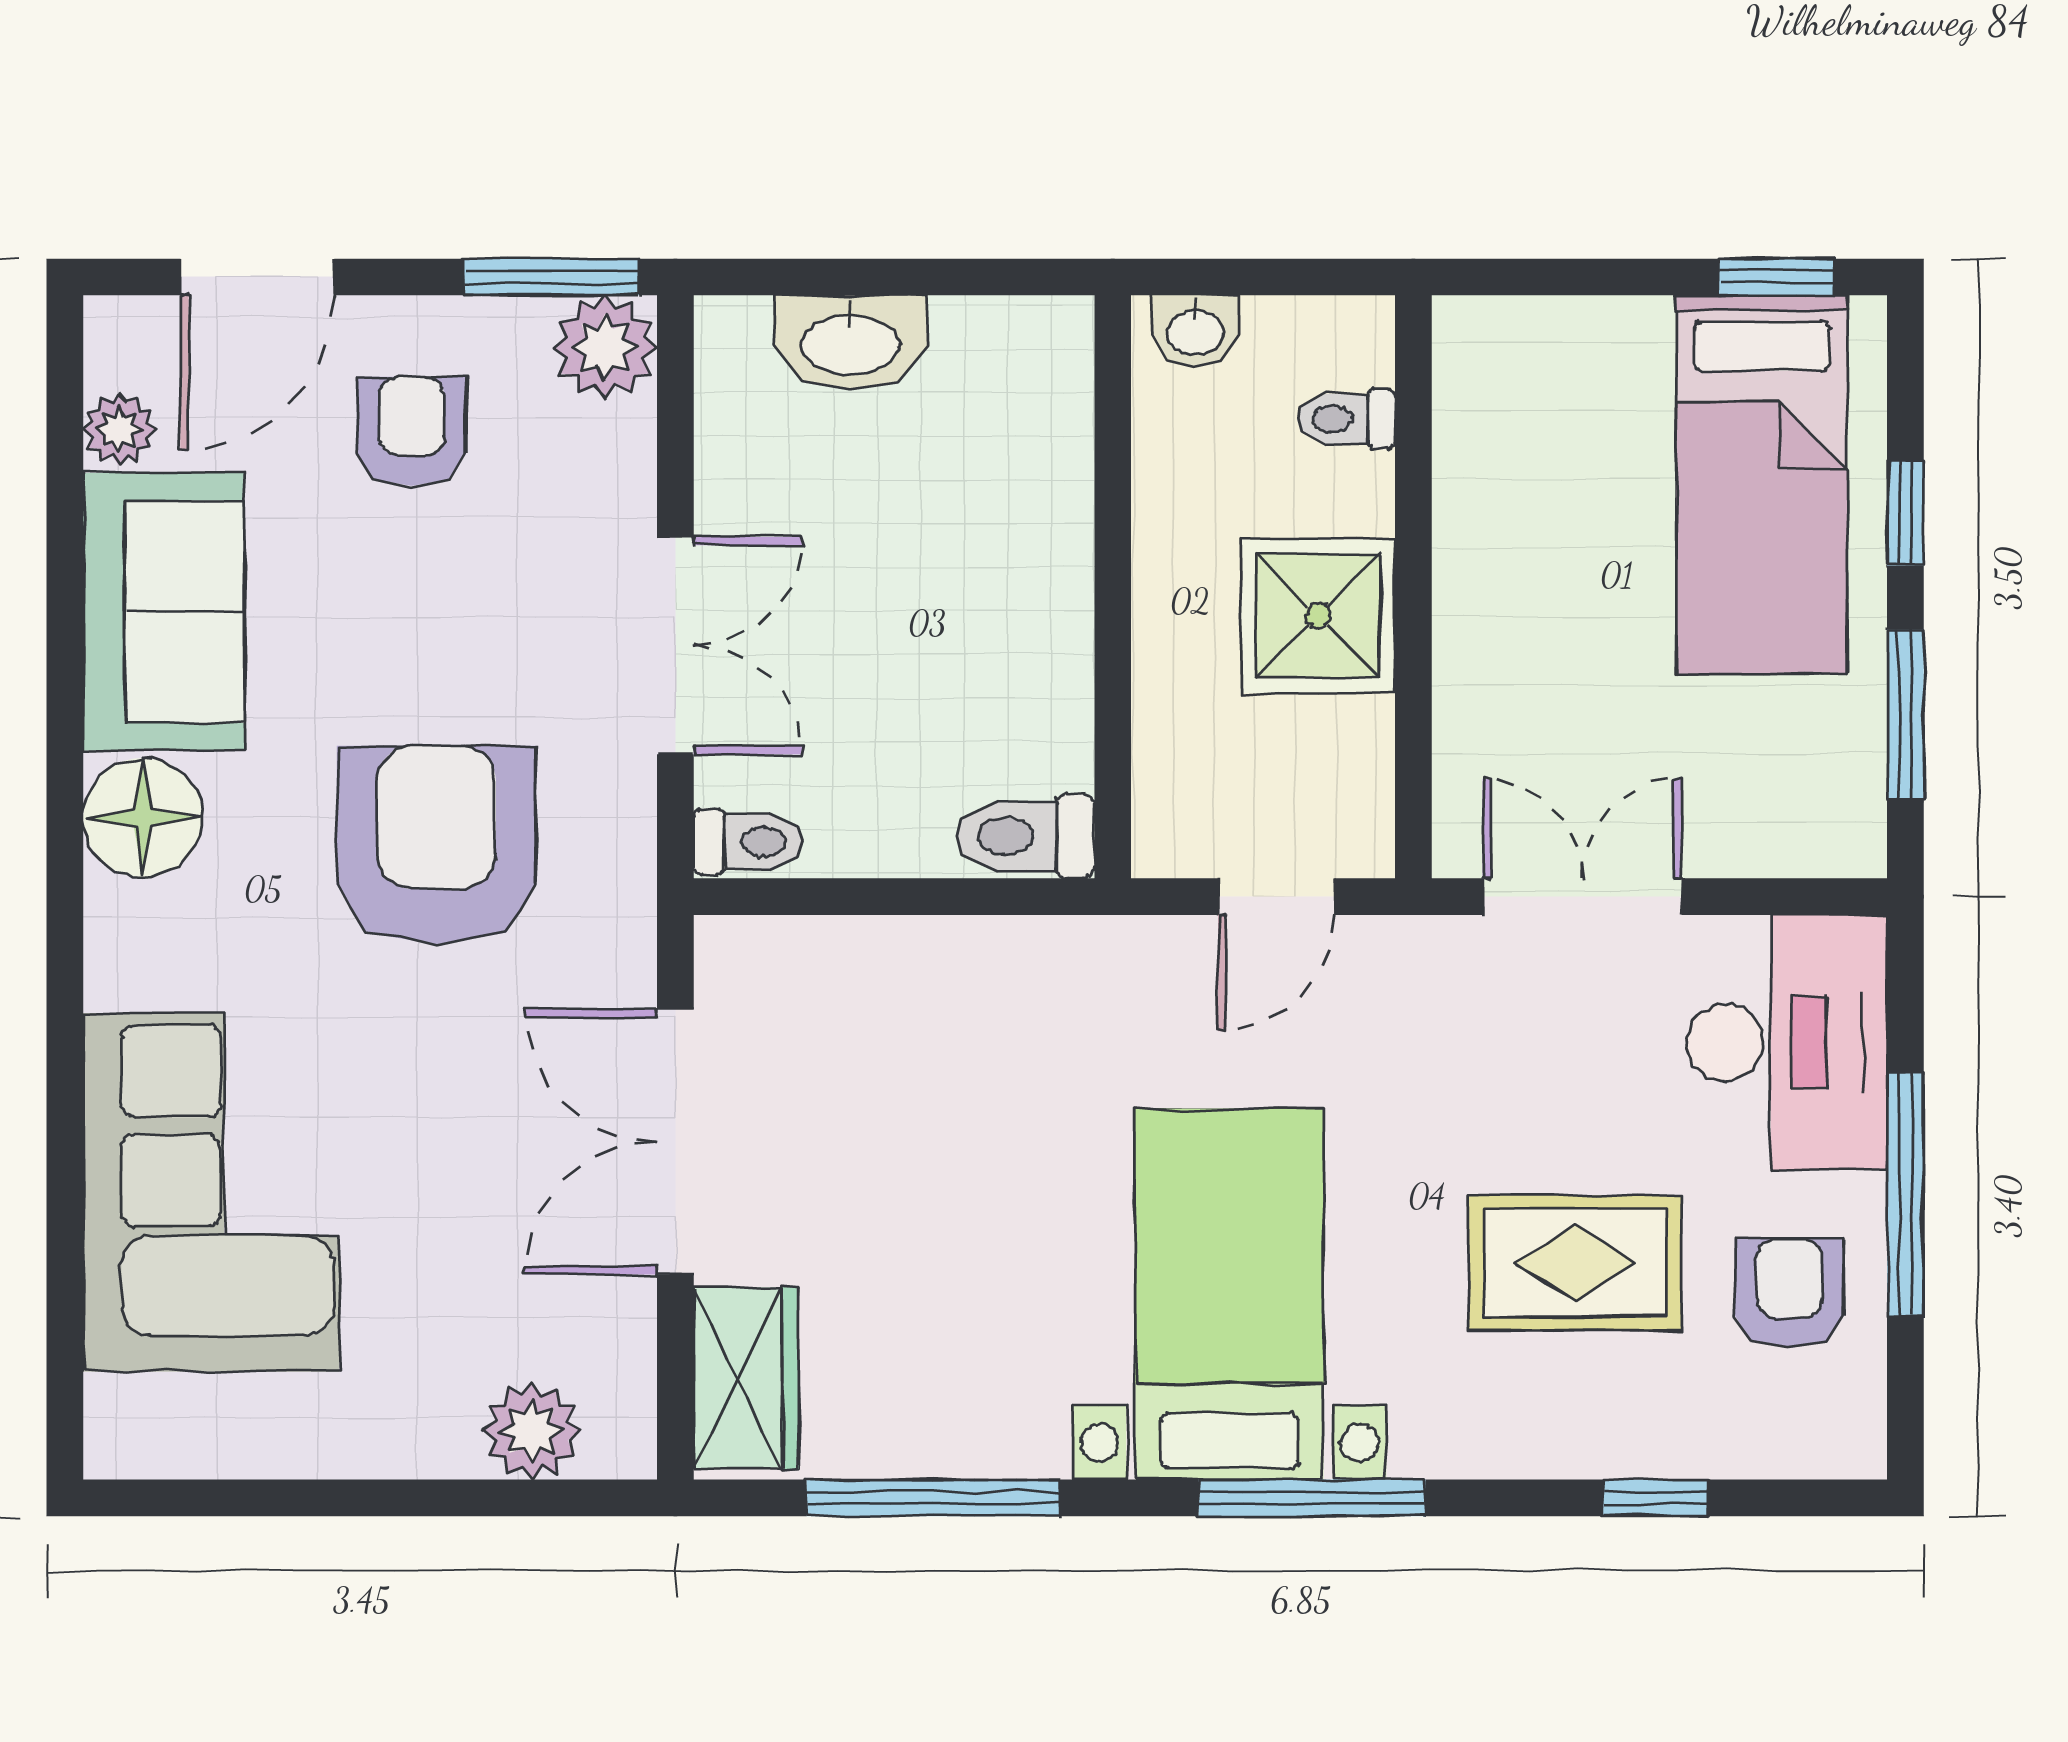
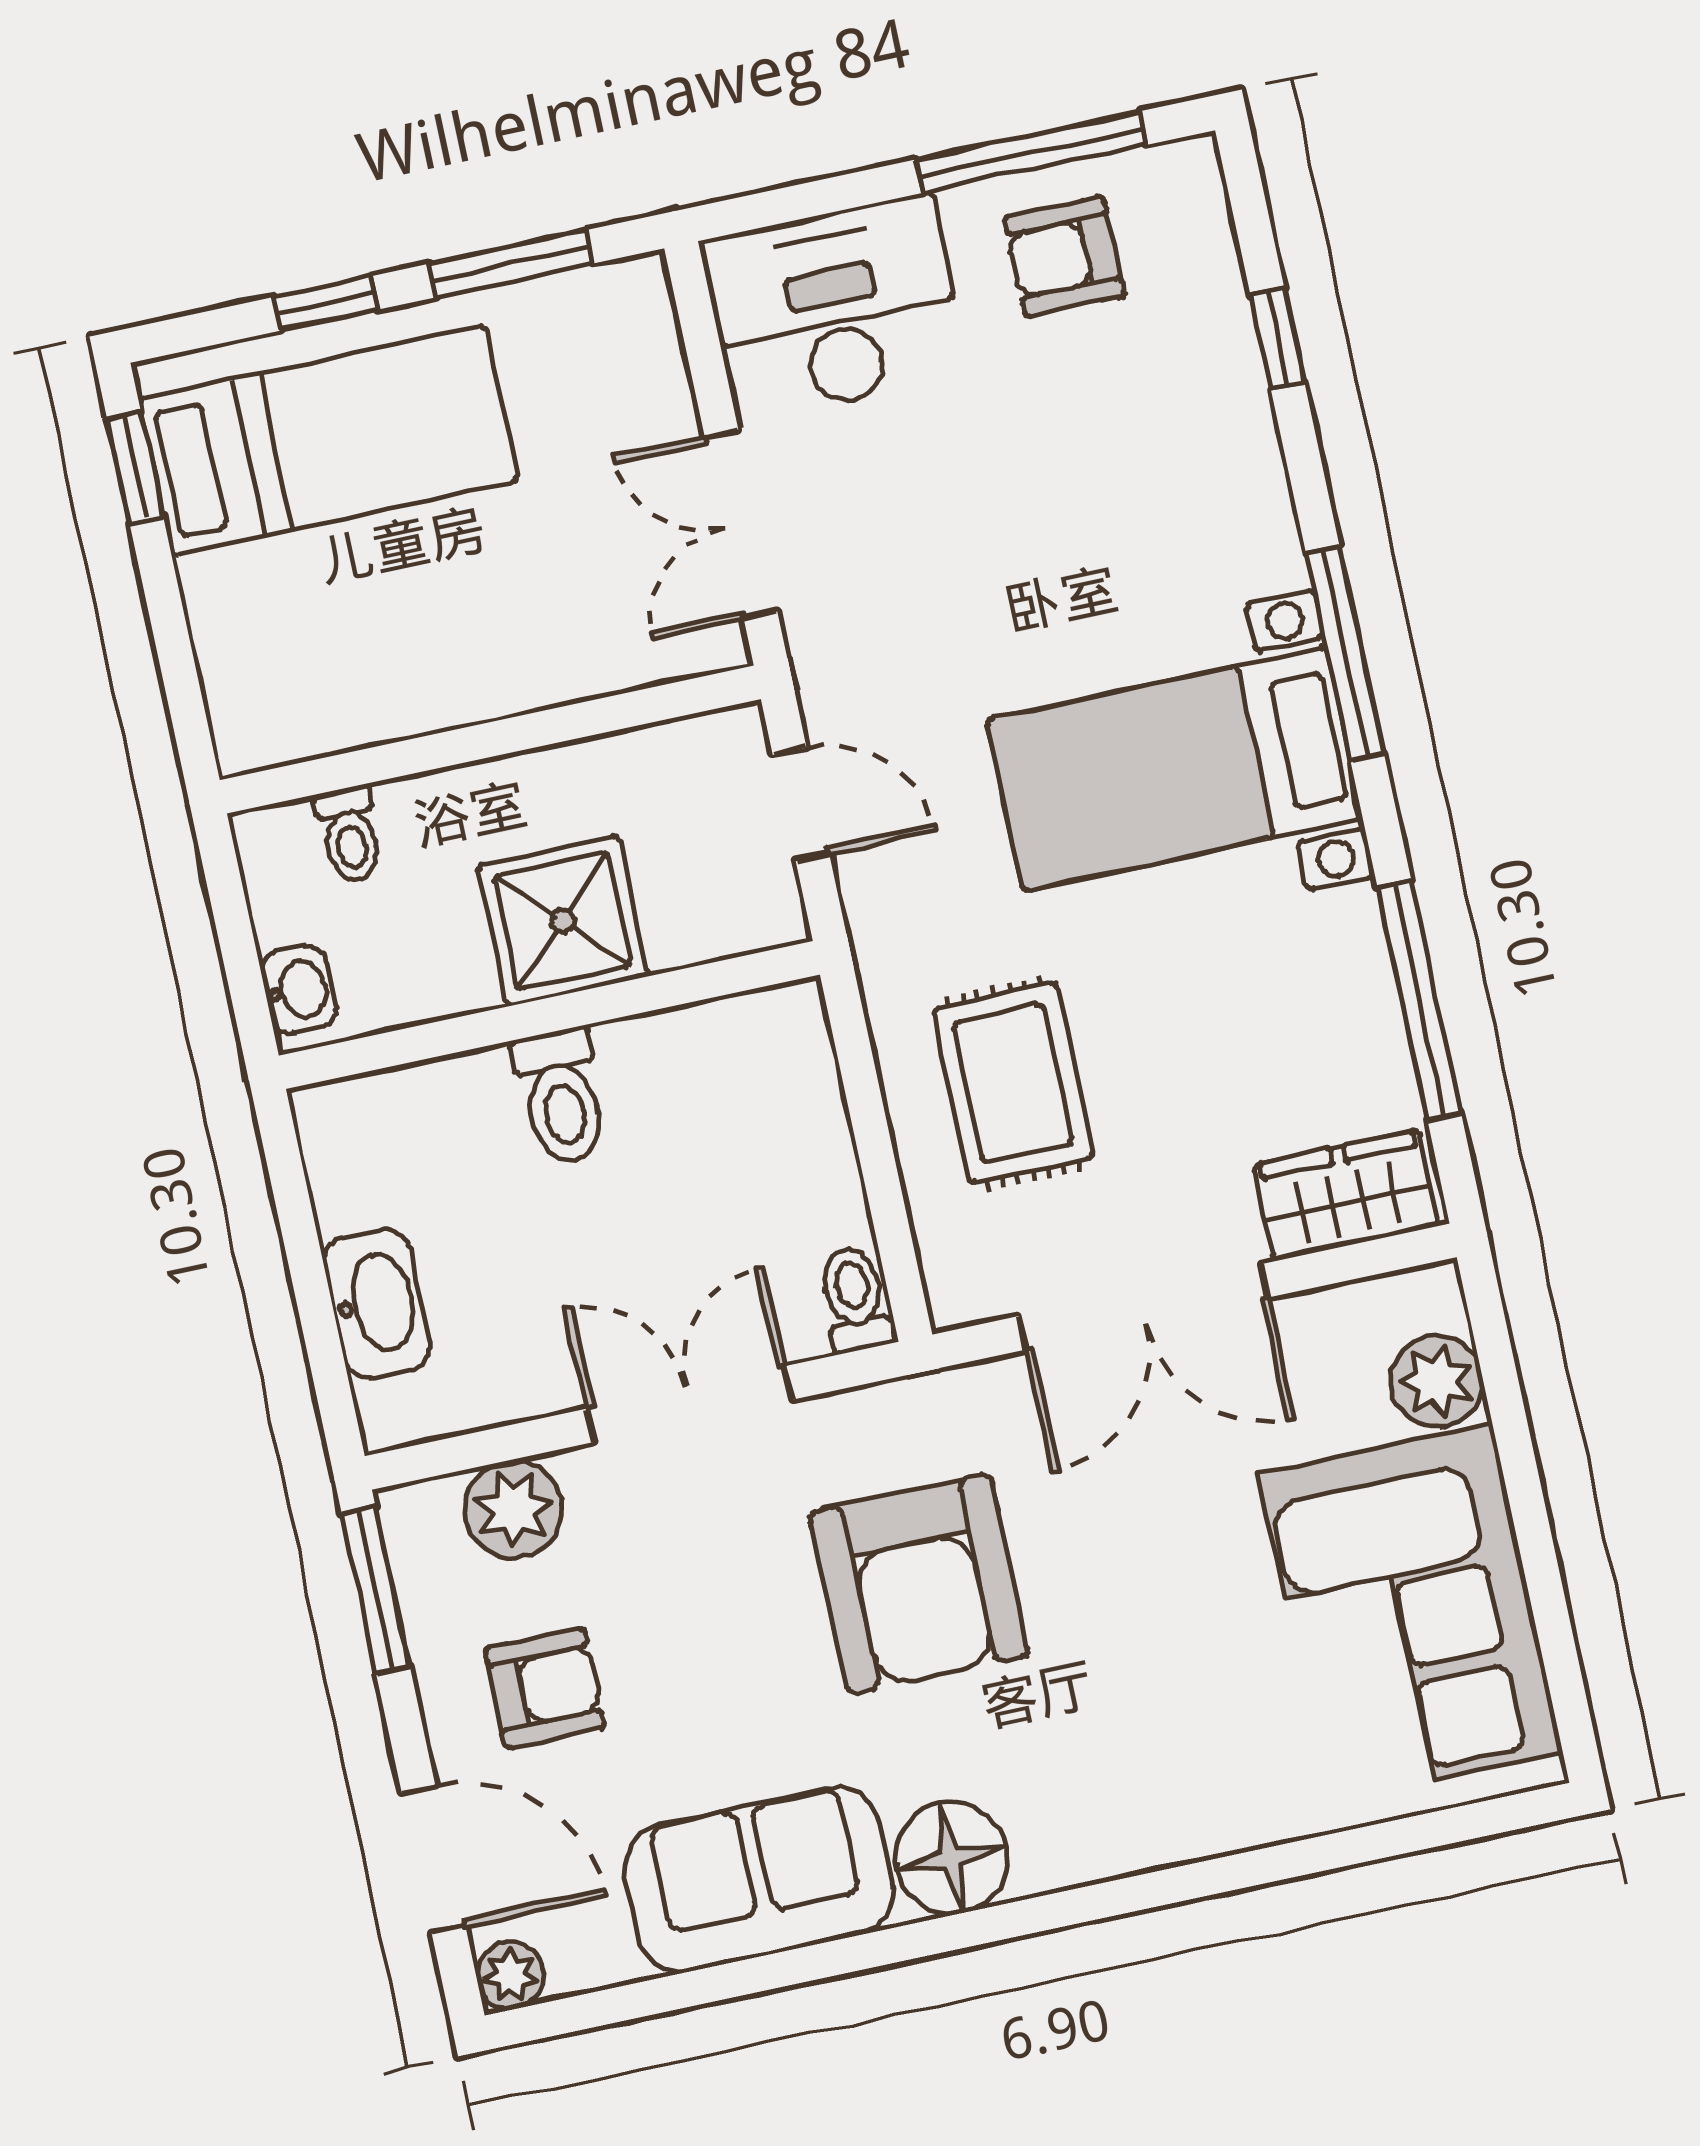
plant: (605, 347) -> (513, 1509), moved
plant: (119, 429) -> (510, 1975), moved
armchair: (412, 431) -> (545, 1688), turned 180
shower: (1318, 616) -> (563, 921), moved
toilet: (1025, 836) -> (561, 1097), moved
armchair: (436, 845) -> (919, 1584), turned -90
corner sofa: (211, 1192) -> (1411, 1613), moved, turned -90
window: (1905, 1194) -> (1032, 152), moved
rug: (1575, 1263) -> (1013, 1083), moved

